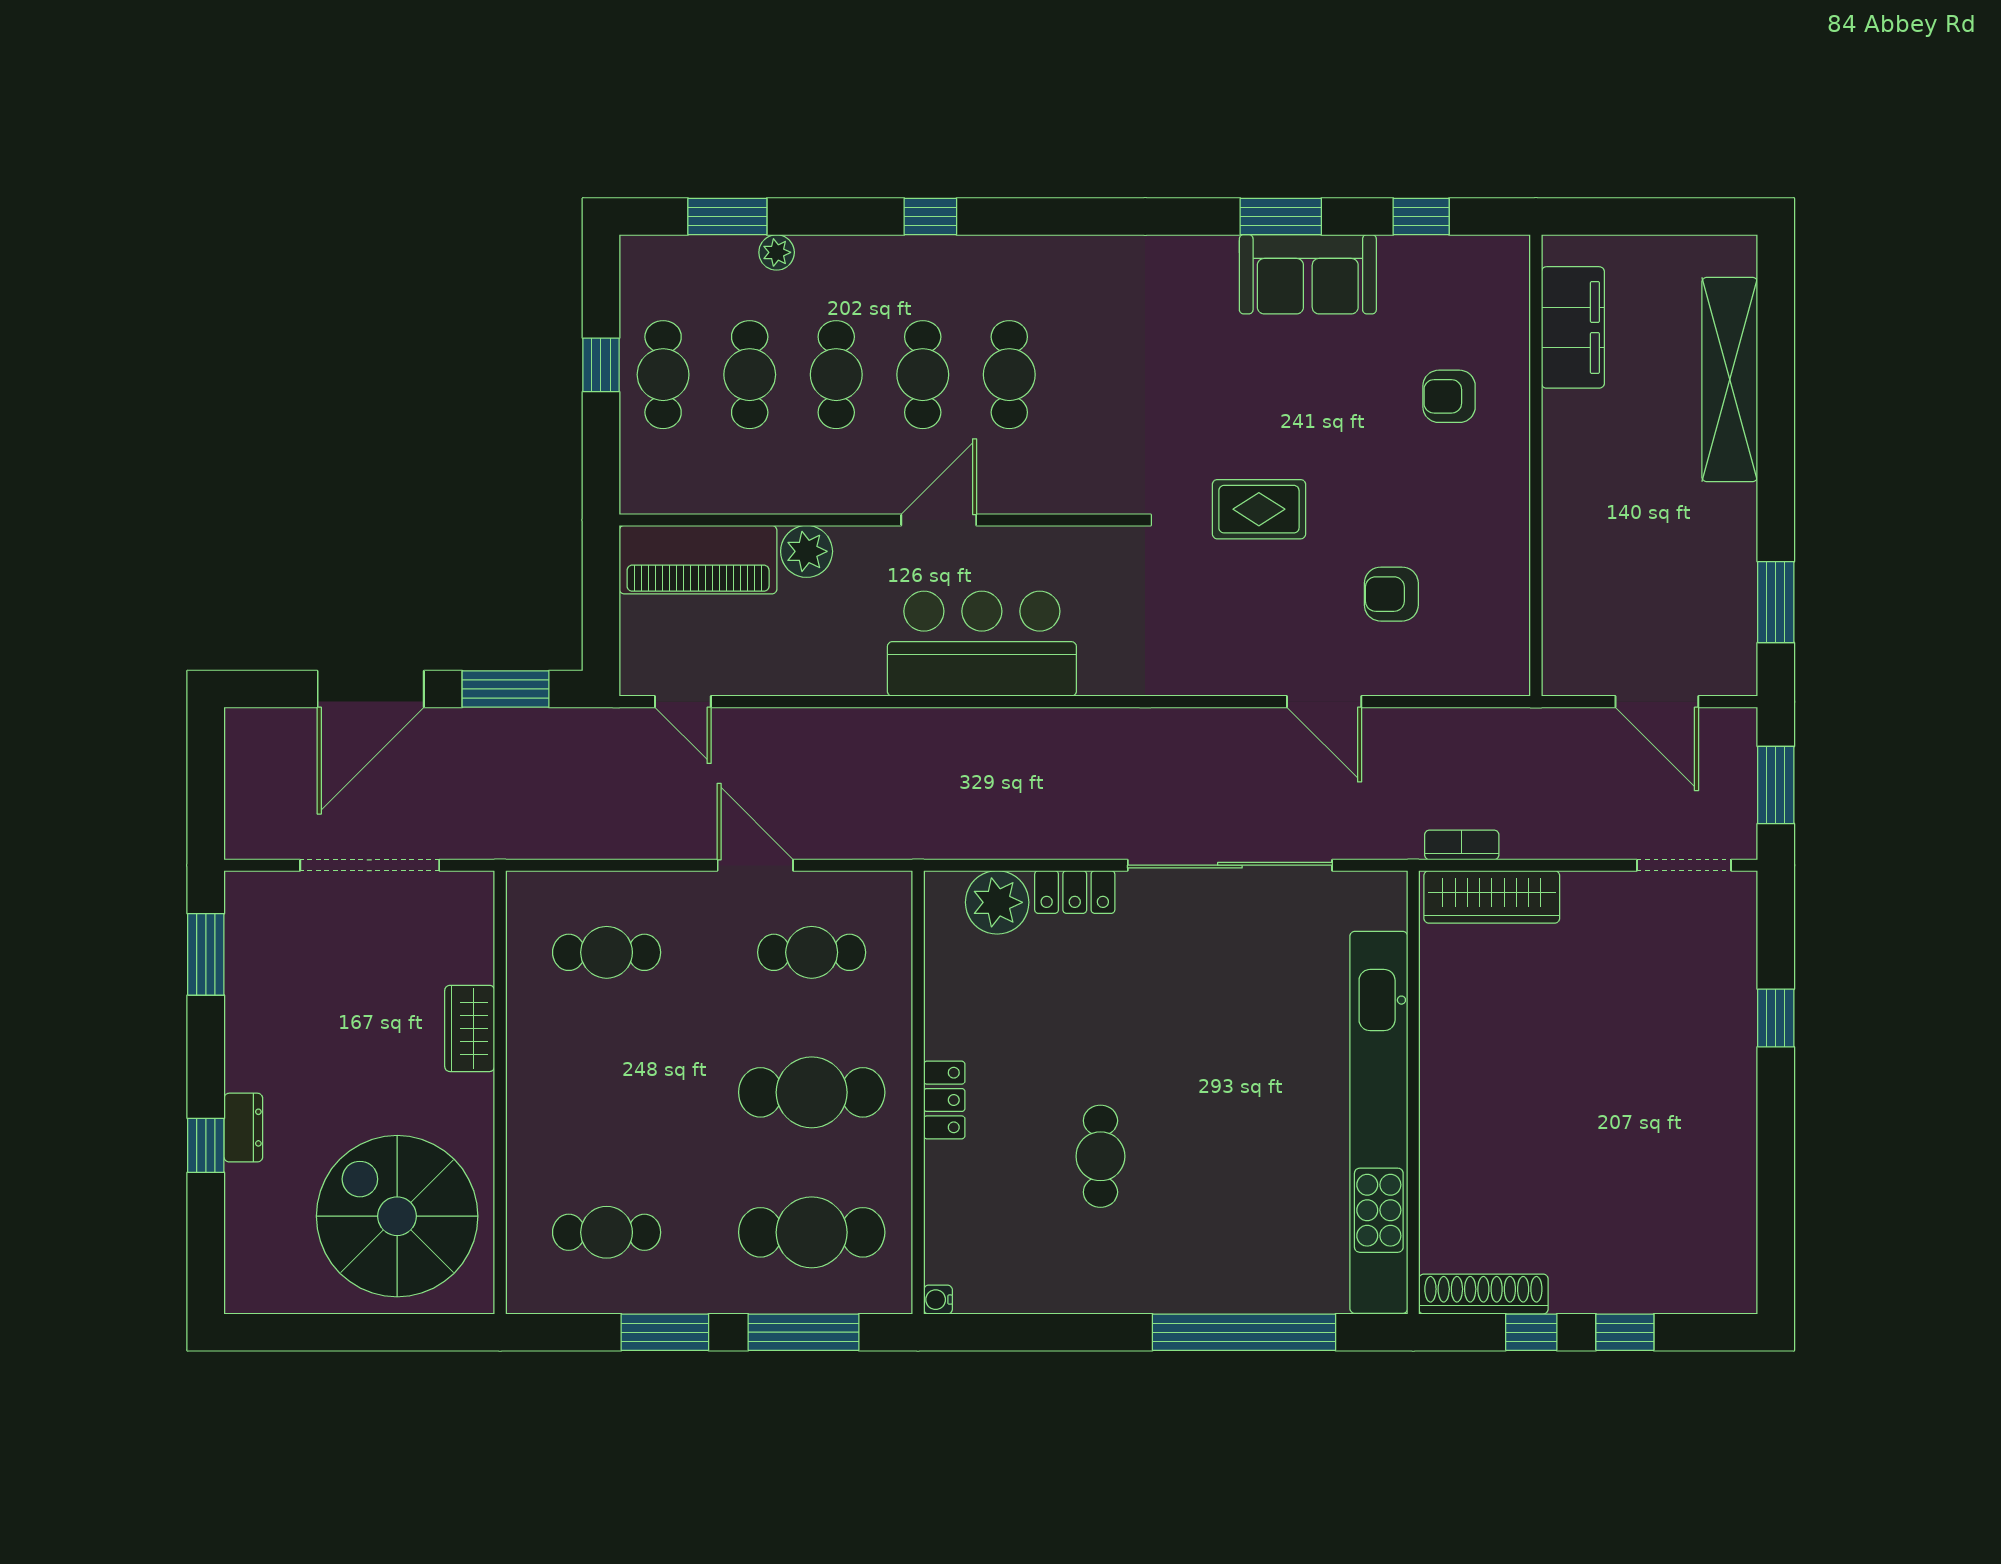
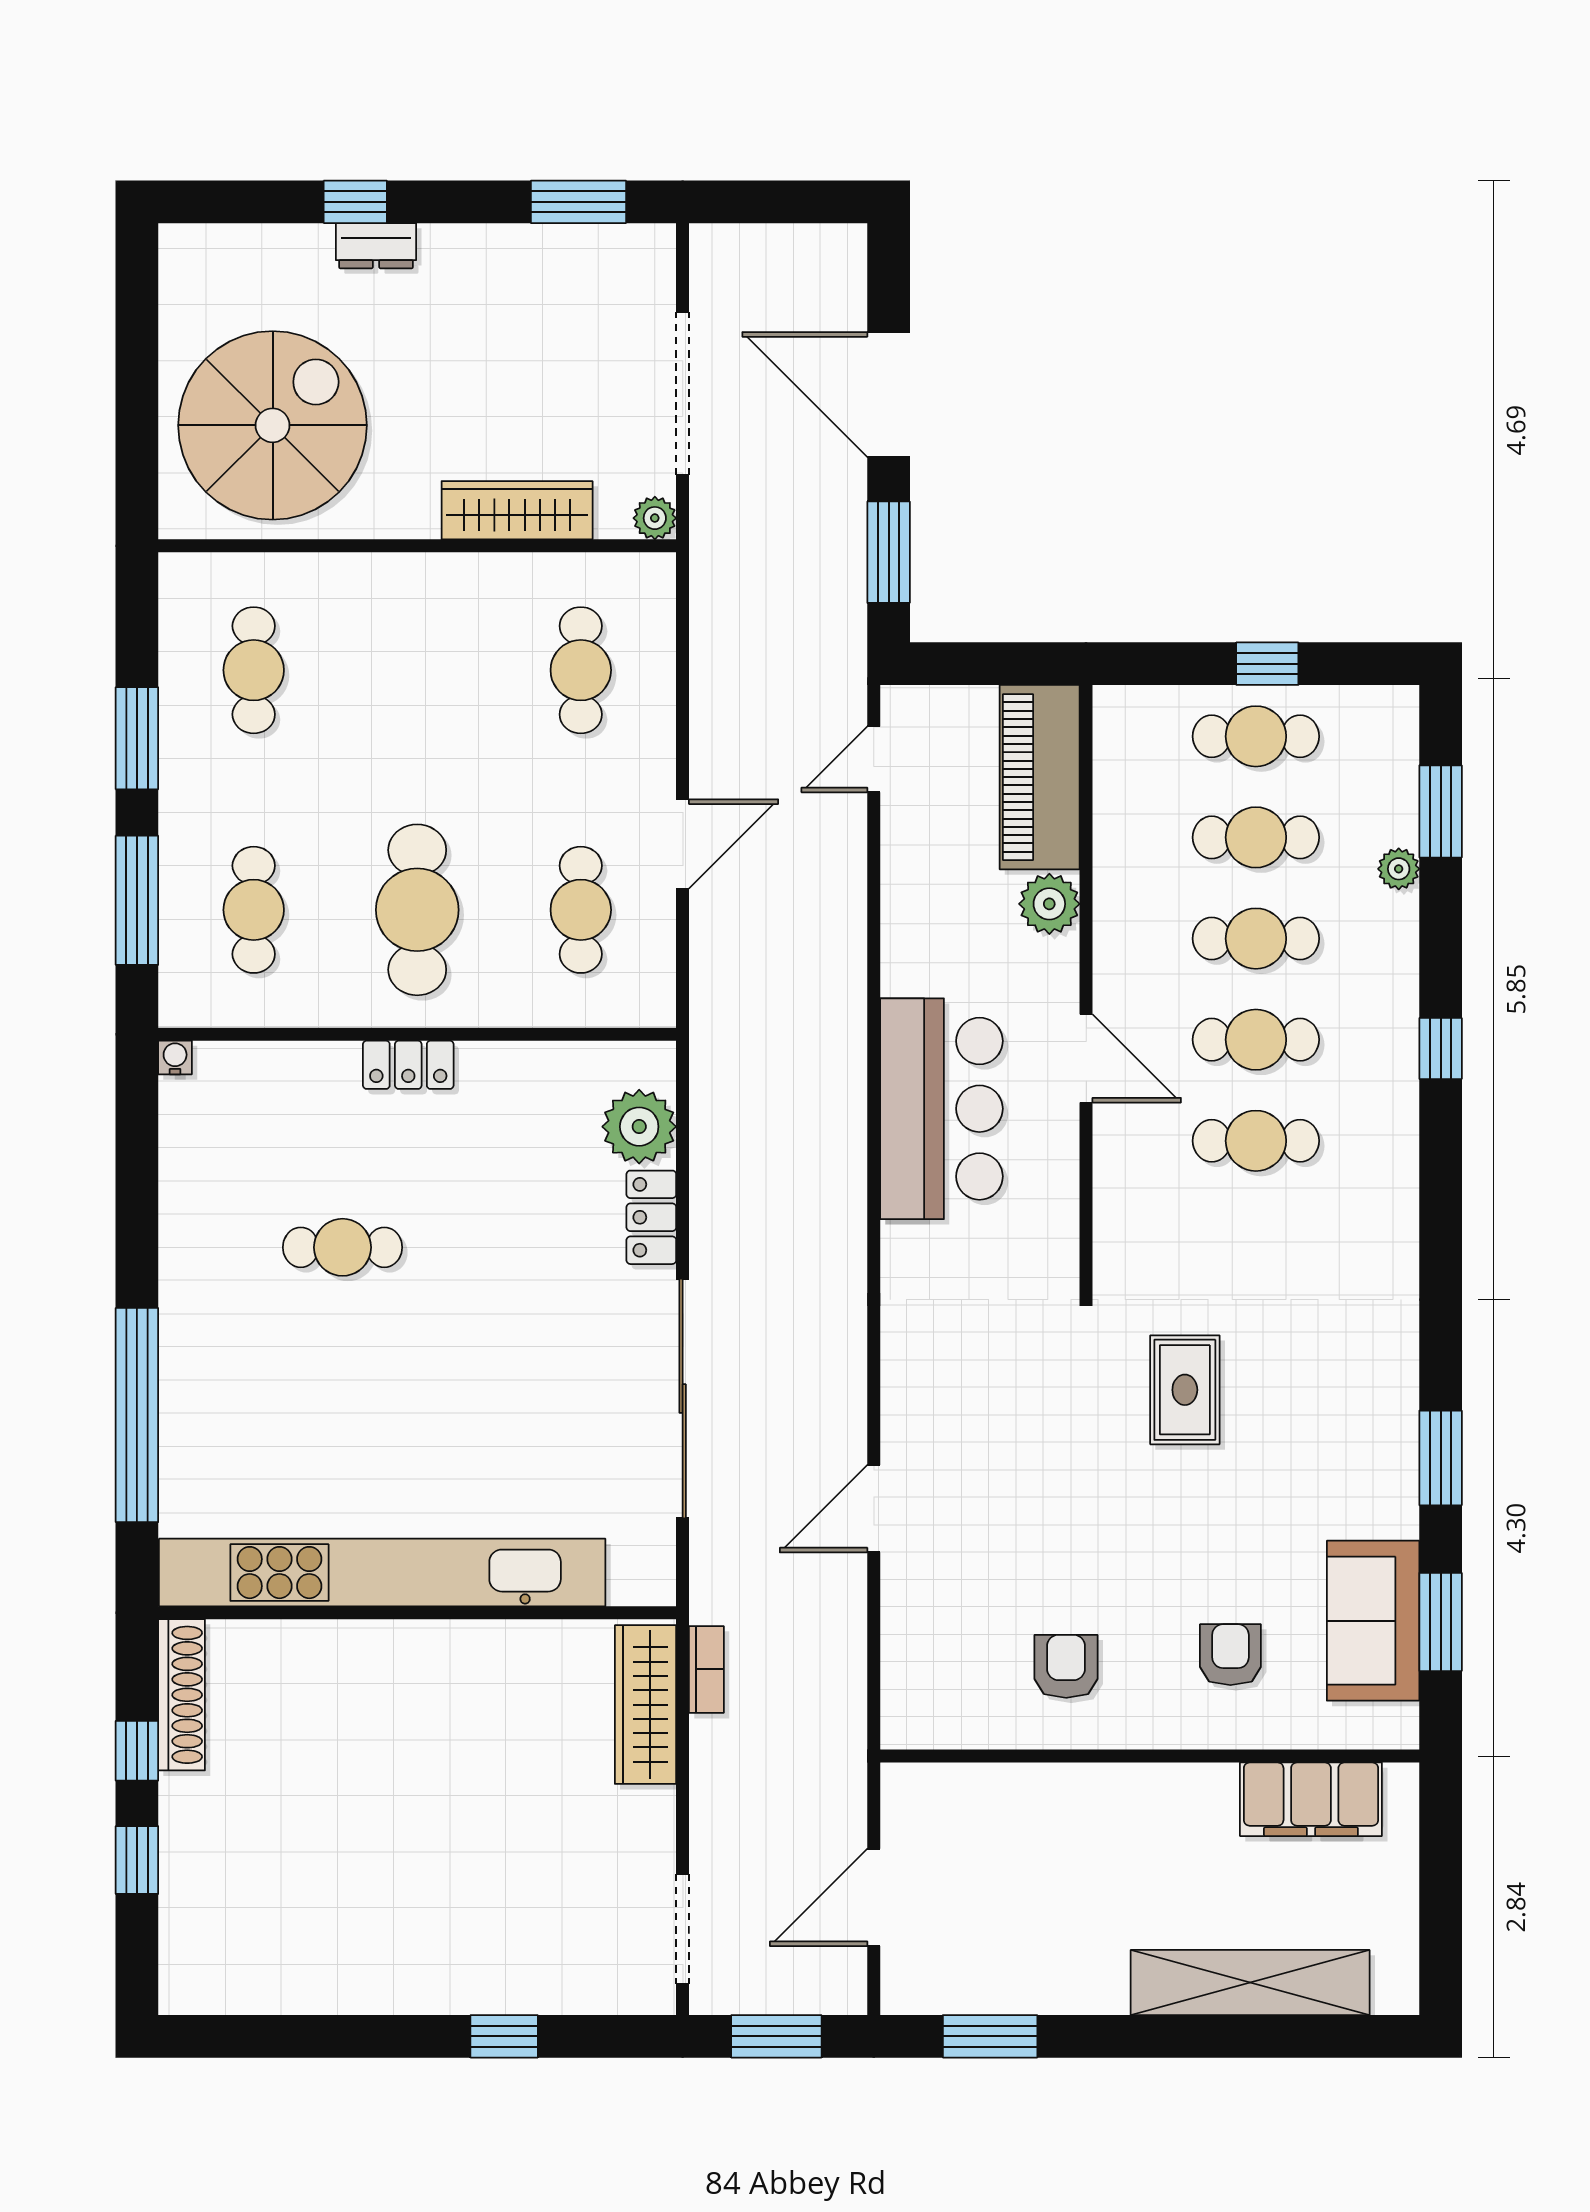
window: (1421, 217) -> (1441, 1622), width x1.50
sofa: (1308, 274) -> (1373, 1621), moved
rug: (1259, 509) -> (1185, 1390), moved
armchair: (1391, 594) -> (1066, 1666), moved
plant: (476, 889) -> (655, 518), added
wardrobe: (470, 1028) -> (517, 510), width x1.50
cafe table: (812, 1232) -> (254, 910), width x0.73, depth x0.74

